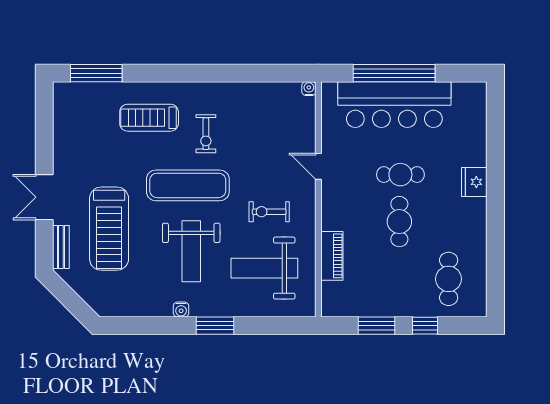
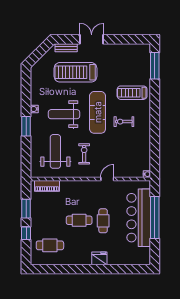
treadmill: (149, 118) -> (132, 93), turned -90
piano: (332, 256) -> (47, 186), moved

